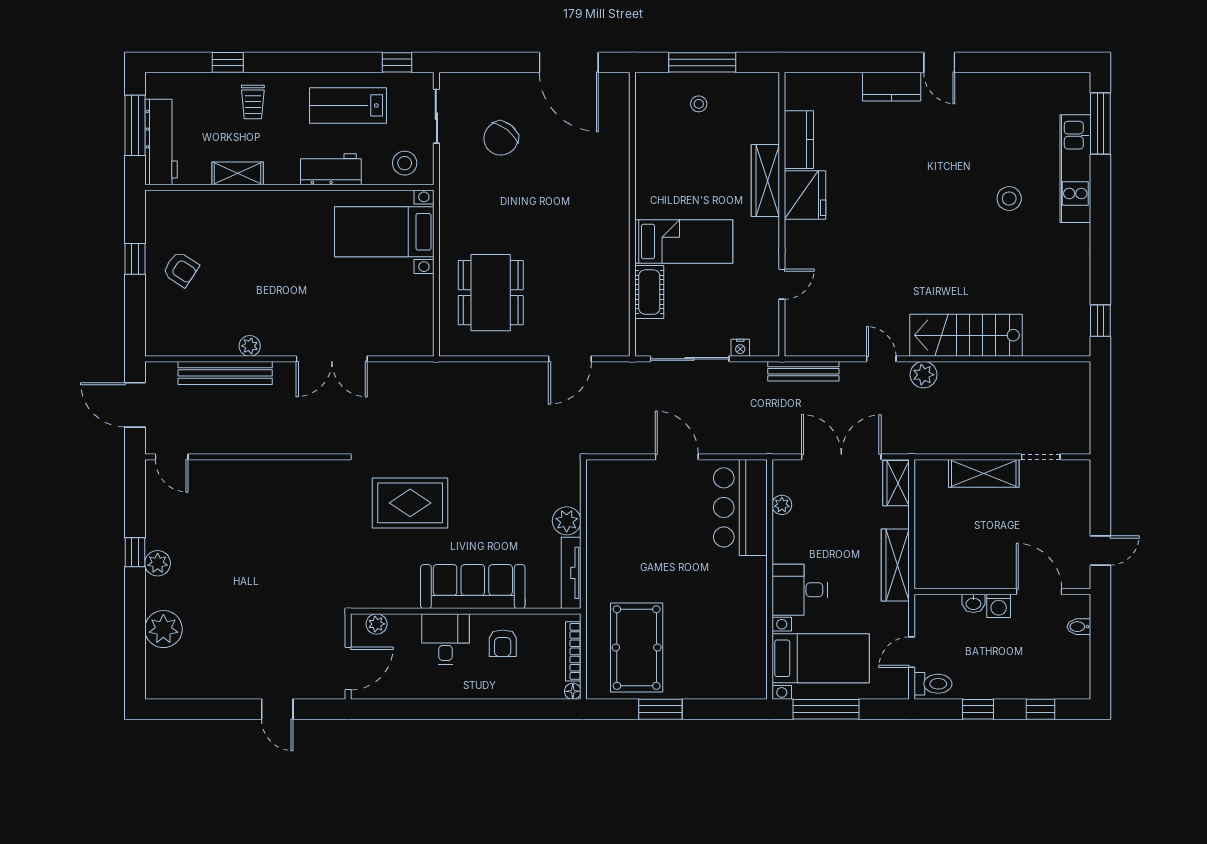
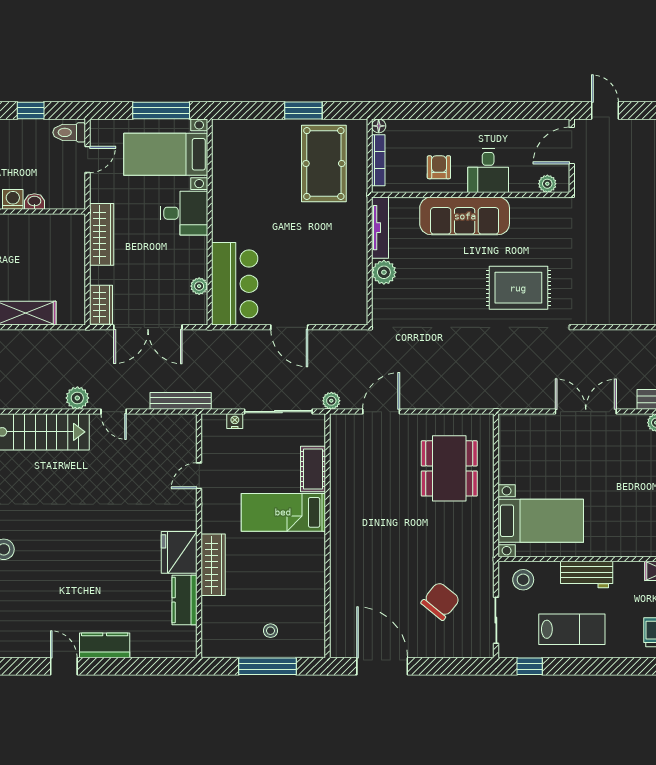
plant: (628, 371) -> (331, 401), added
door: (277, 709) -> (605, 111), moved

